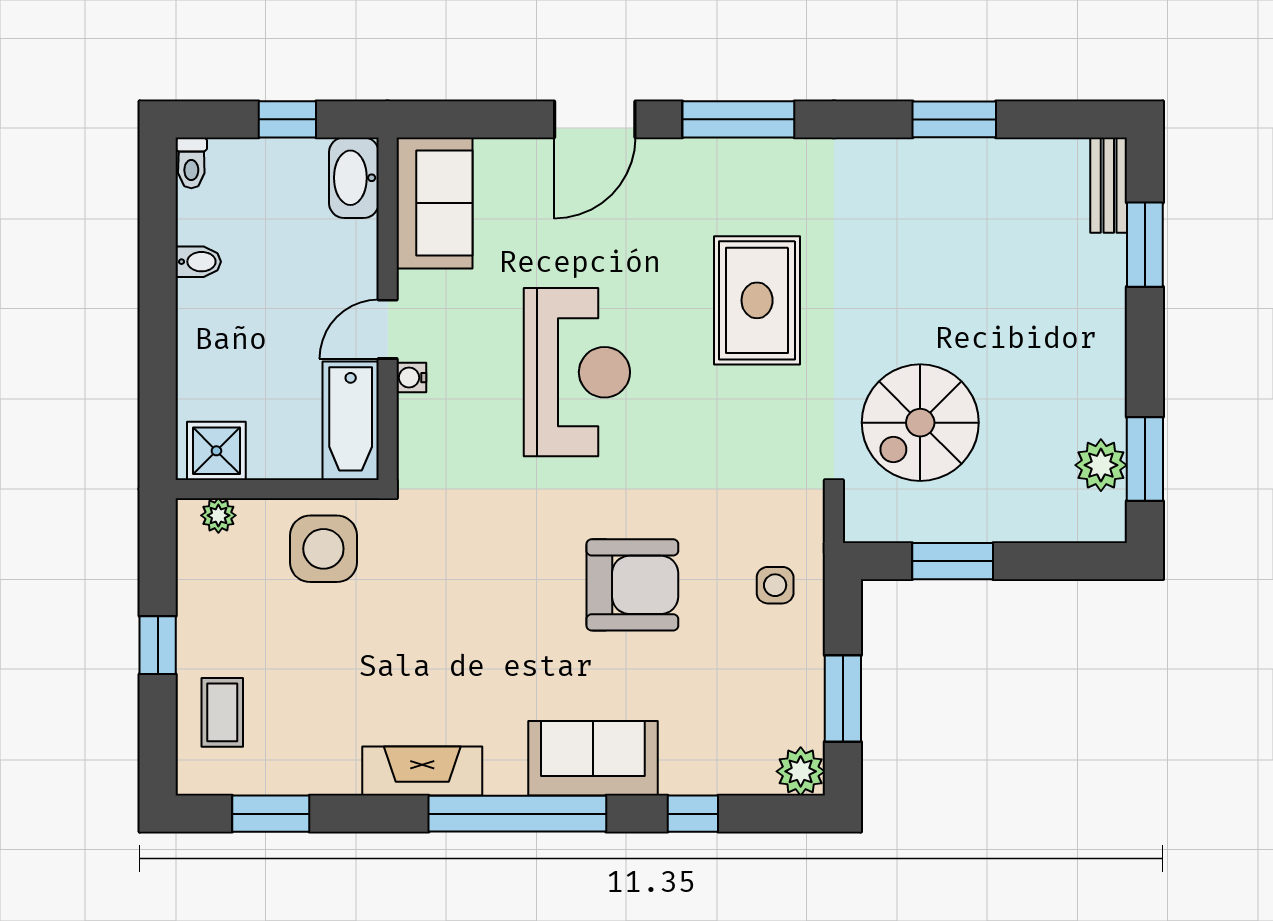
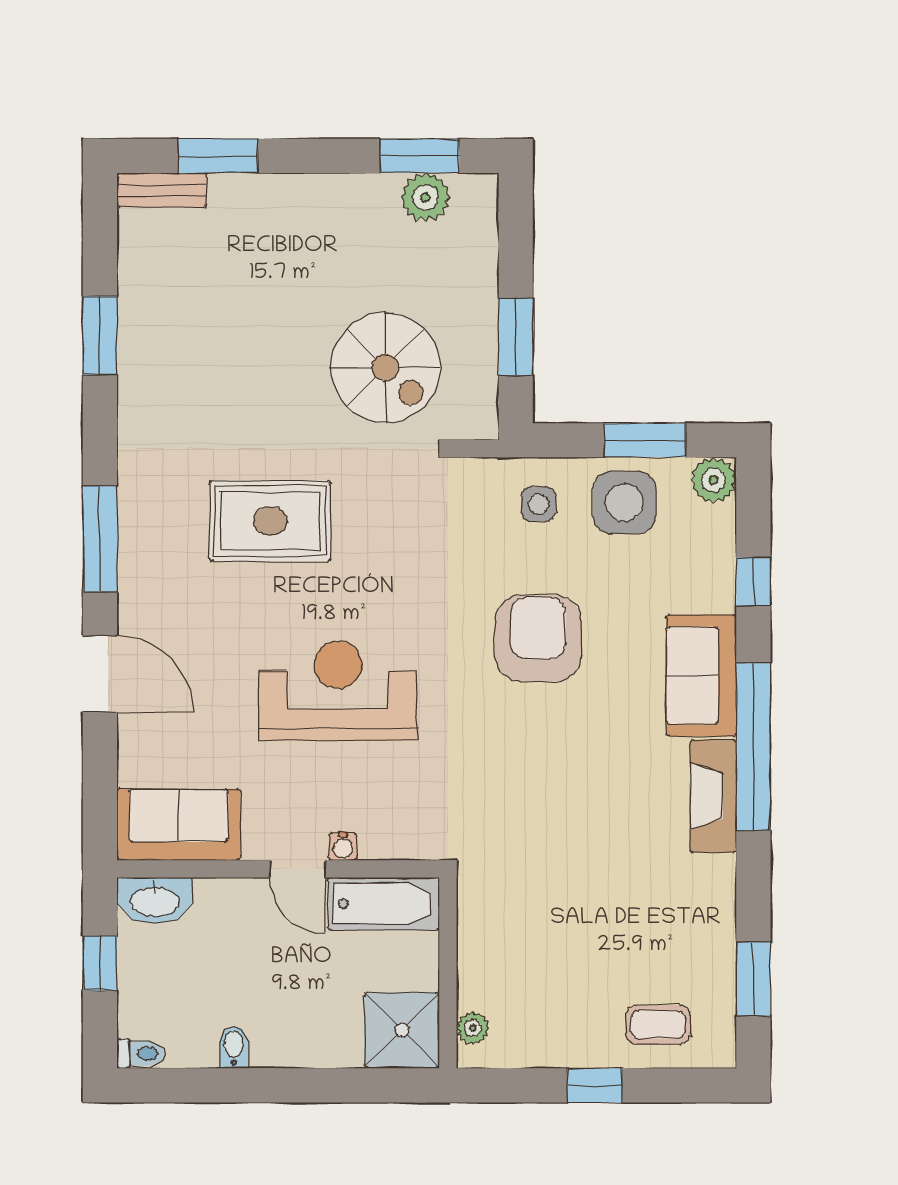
shower: (216, 451) -> (402, 1030), width x1.36, depth x1.36
side table: (323, 549) -> (624, 502), moved
fireplace: (422, 771) -> (713, 796), moved

